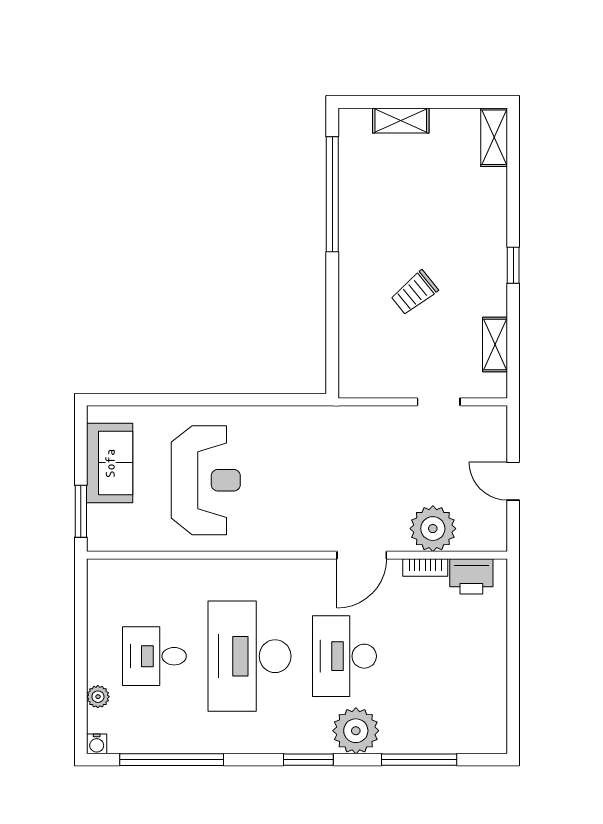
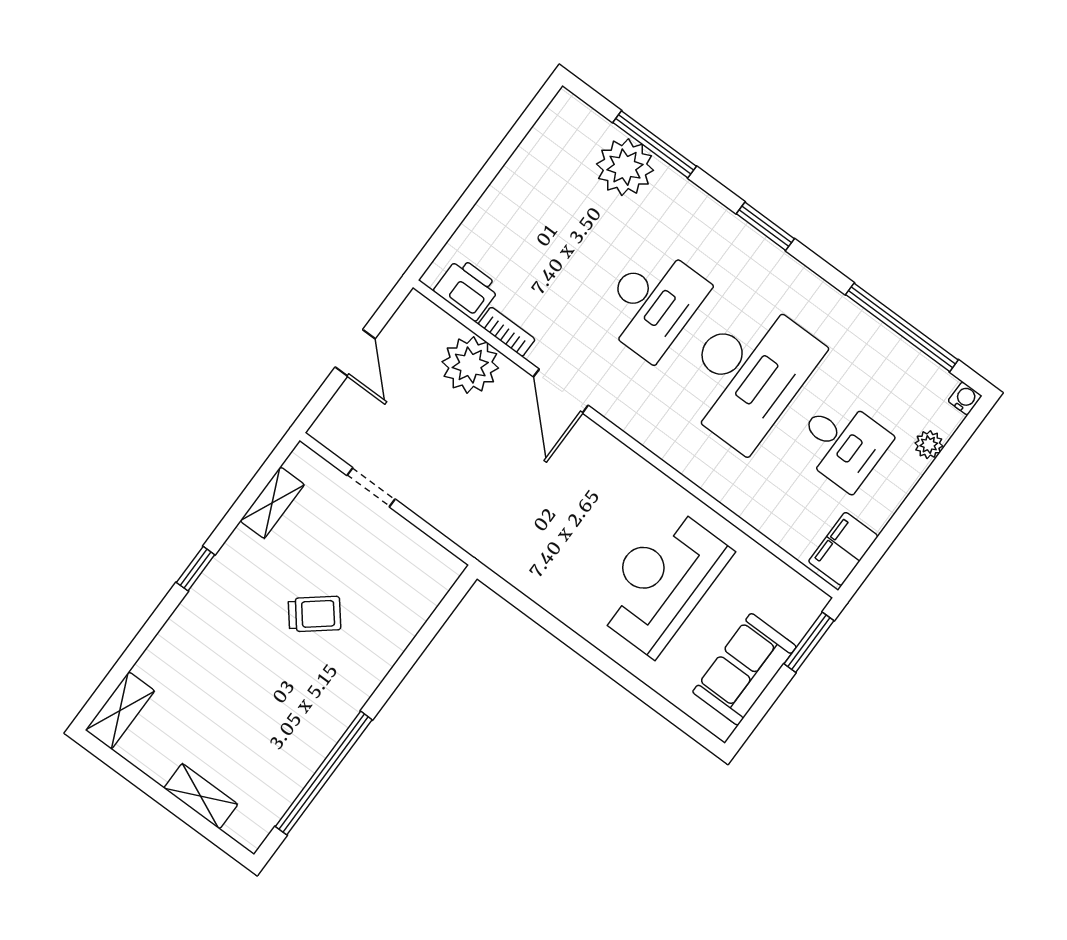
door: (362, 555) -> (561, 391), swing flipped
filing cabinet: (103, 588) -> (843, 549), added
plant: (356, 731) -> (625, 167), moved

